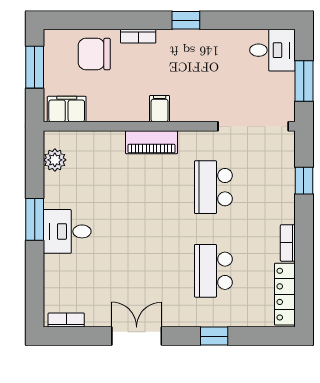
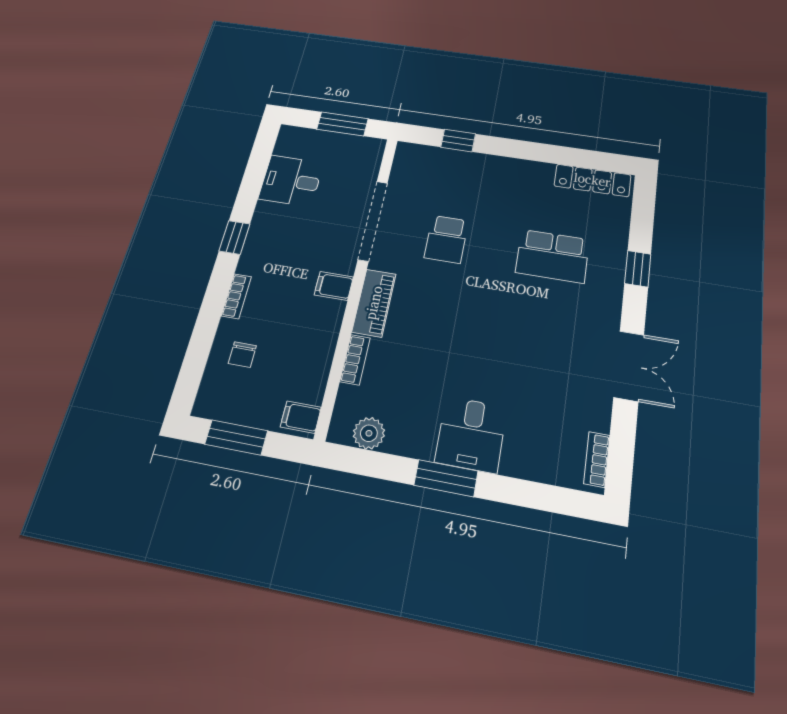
desk: (272, 50) -> (291, 181), moved, turned -90
chair: (94, 54) -> (242, 355), width x0.54, depth x0.54
filing cabinet: (67, 109) -> (301, 417), width x0.50
doorway: (253, 126) -> (373, 221), moved
school desk: (213, 187) -> (446, 239), width x0.54
bookcase: (288, 243) -> (355, 360), moved, turned -90
double door: (137, 336) -> (629, 366), swing flipped

